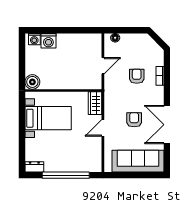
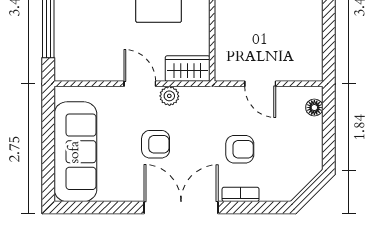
plant: (109, 113) -> (169, 96), added
double door: (167, 125) -> (181, 208), moved

